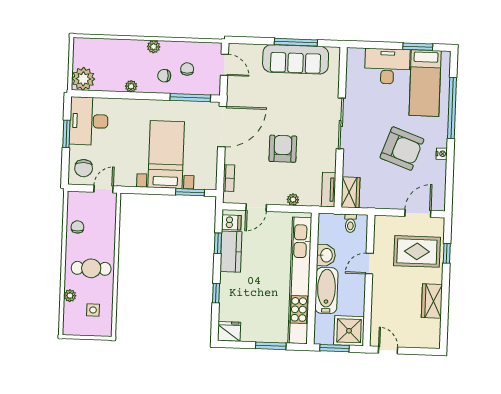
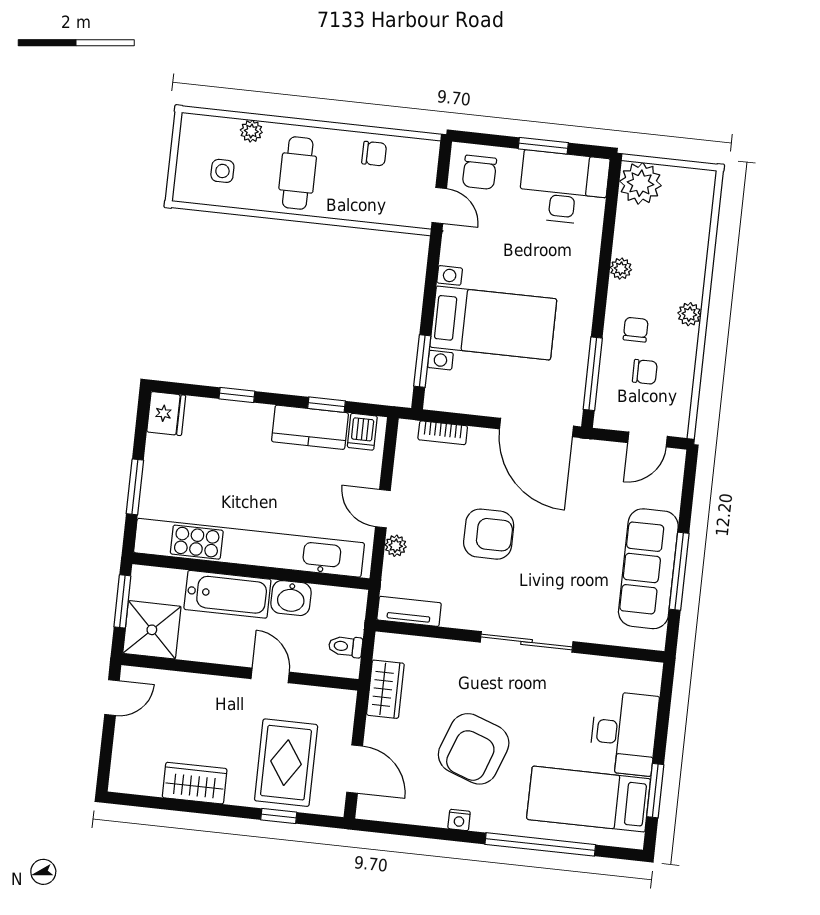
chair: (84, 168) -> (479, 172), turned -90
wardrobe: (350, 192) -> (385, 689), moved, turned -90
door: (256, 207) -> (383, 509), moved

